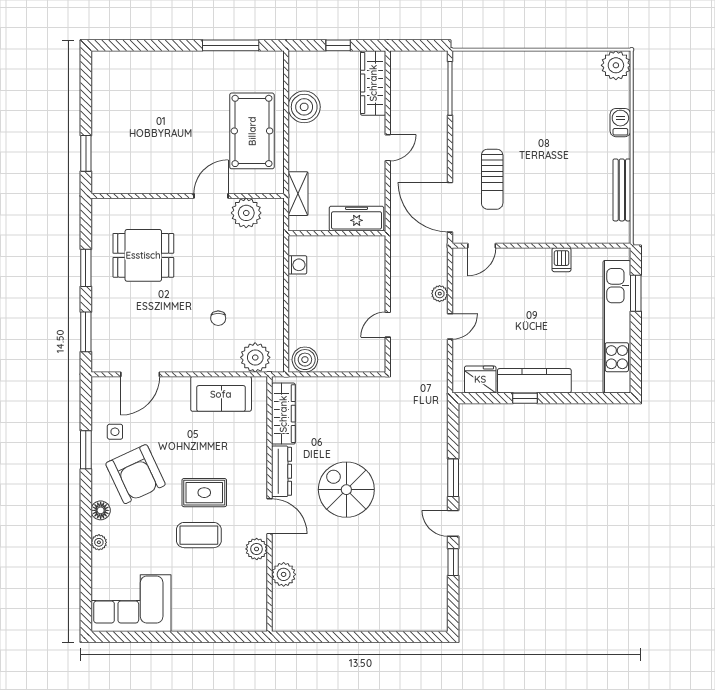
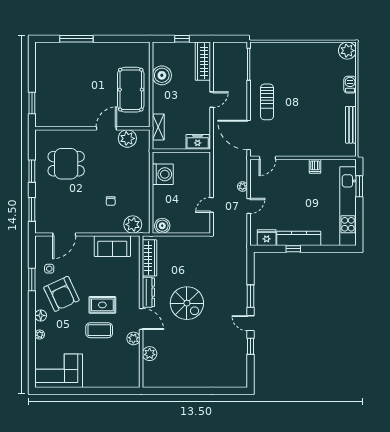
window: (231, 45) -> (76, 39), moved
sun lounger: (492, 179) -> (267, 102), moved
freezer: (357, 219) -> (198, 142), width x0.71
washing machine: (297, 265) -> (163, 174), width x1.89, depth x1.89
spiral stairs: (346, 490) -> (187, 303), turned 180

